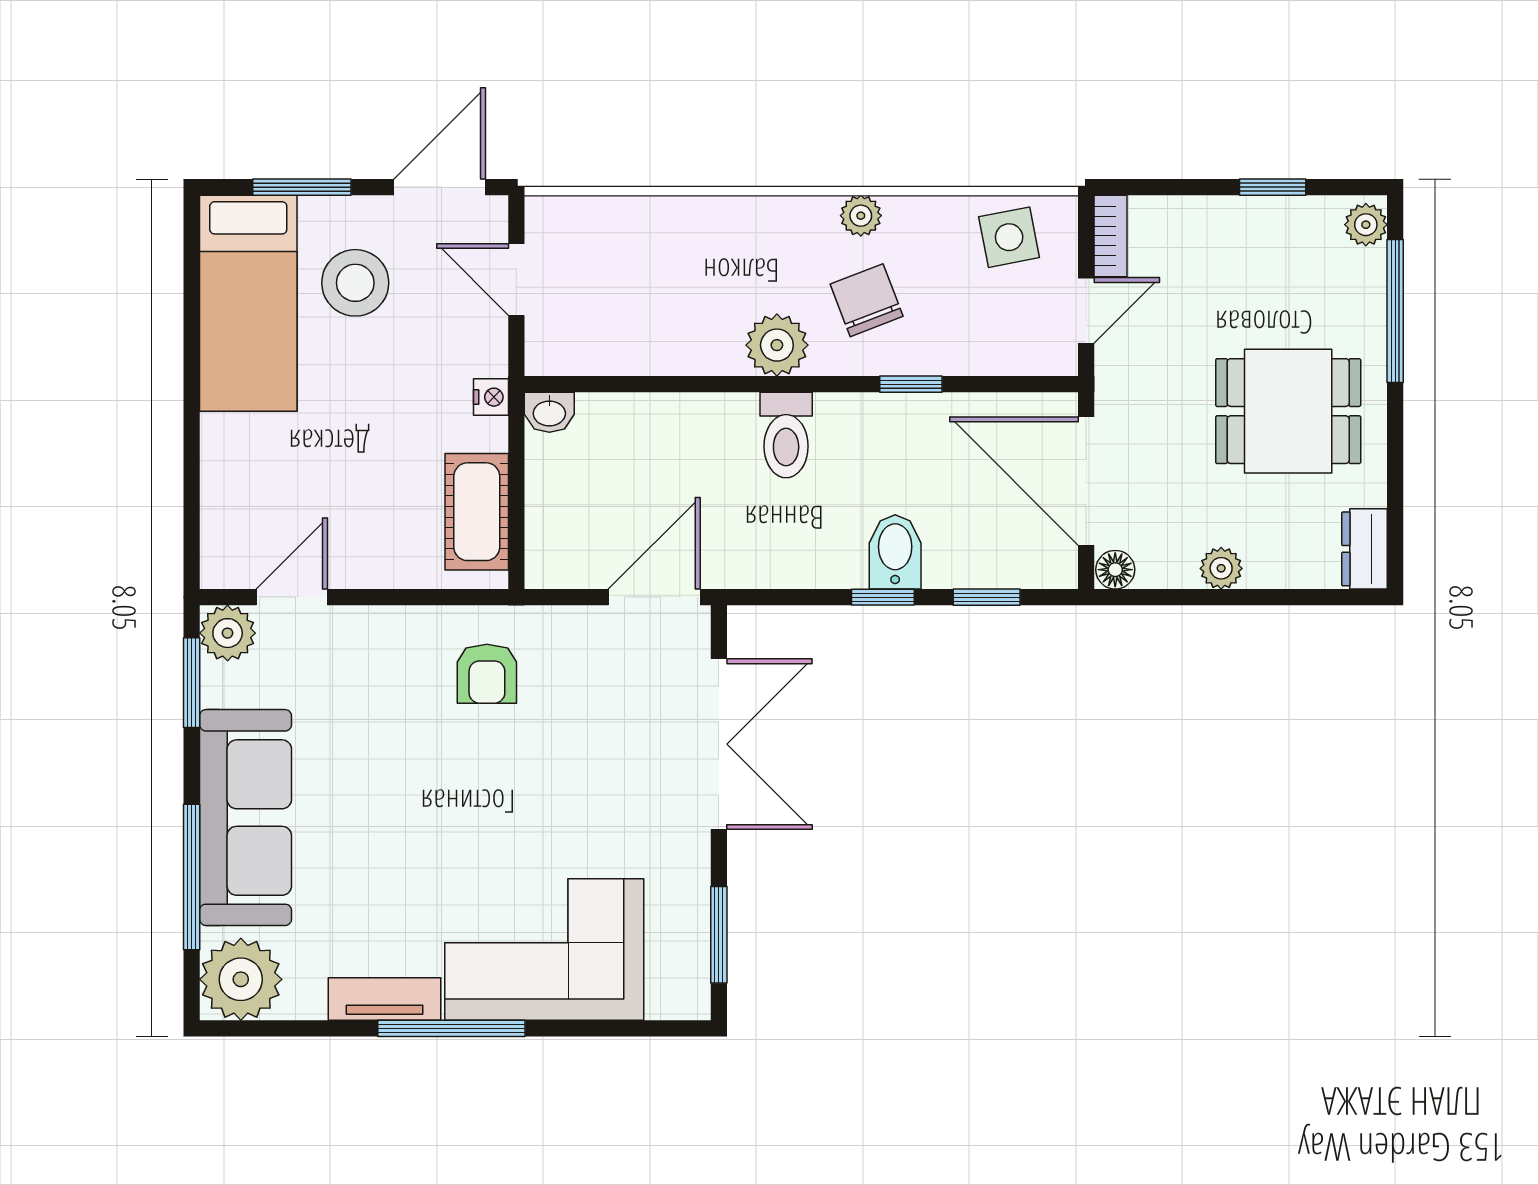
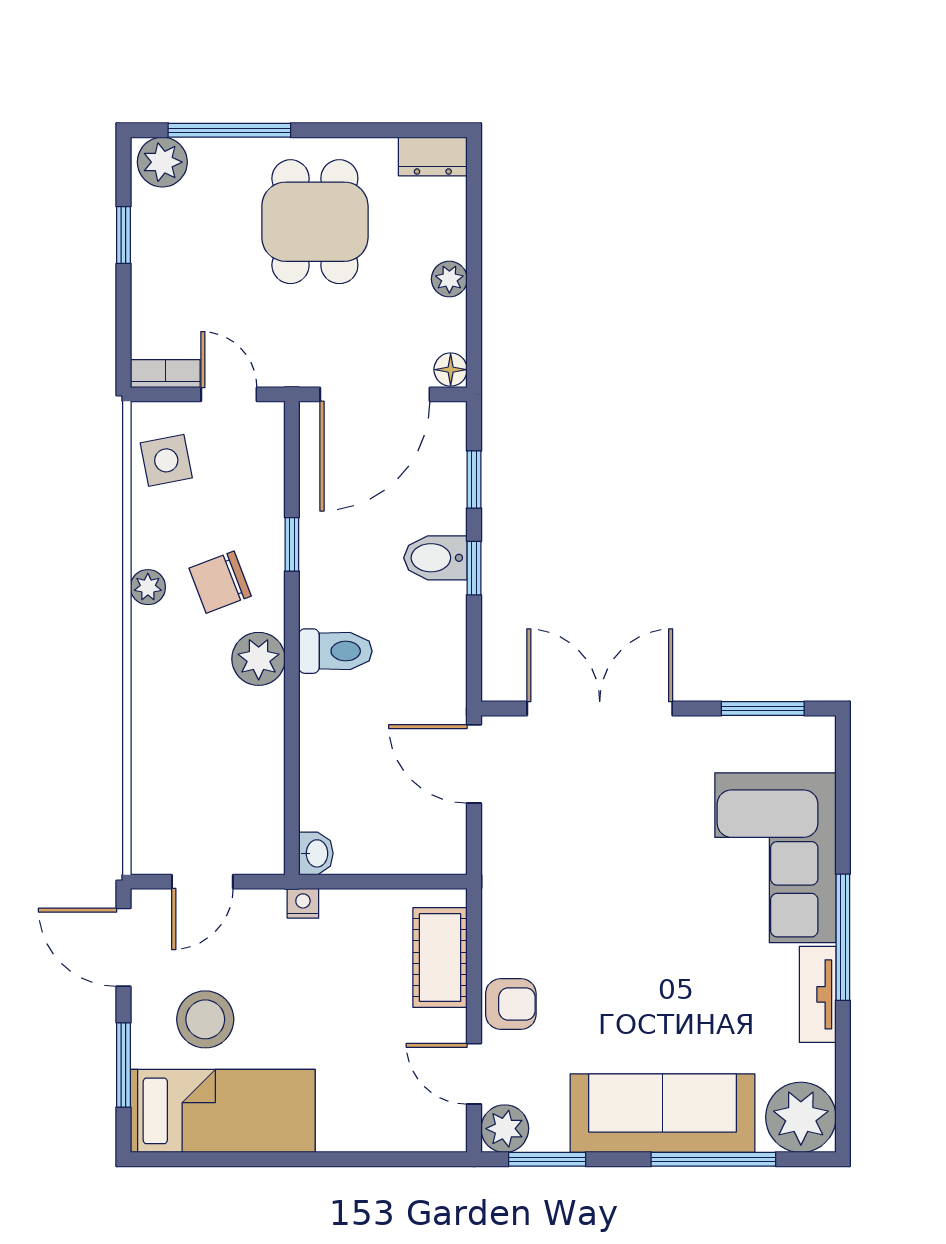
plant: (1366, 225) -> (162, 162), width x1.38, depth x1.38
cot: (477, 512) -> (440, 958), moved, turned 90
armchair: (487, 674) -> (511, 1004), moved

